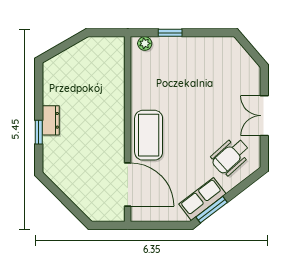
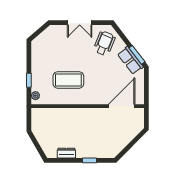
dresser: (51, 120) -> (66, 153), moved
coffee table: (149, 135) -> (68, 80), moved
wheelchair: (231, 156) -> (104, 43), turned -116

